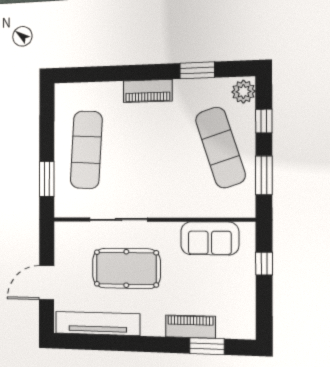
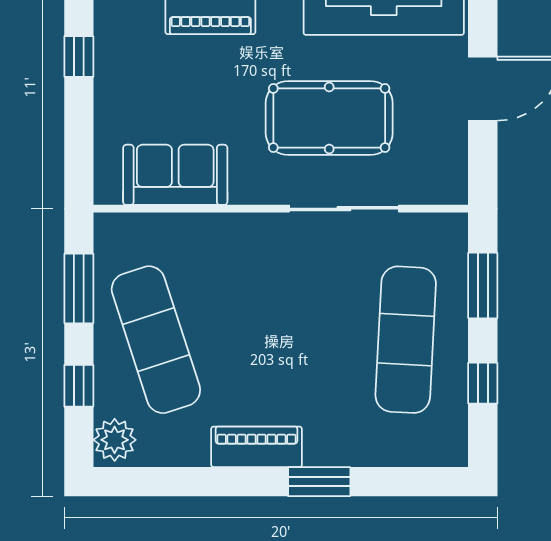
window: (197, 70) -> (319, 482), moved
piano: (148, 91) -> (256, 447), moved
window: (47, 128) -> (483, 383), added
window: (264, 264) -> (79, 56), moved

